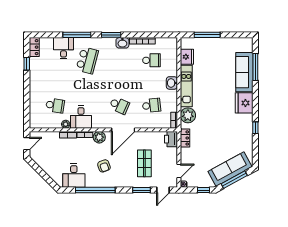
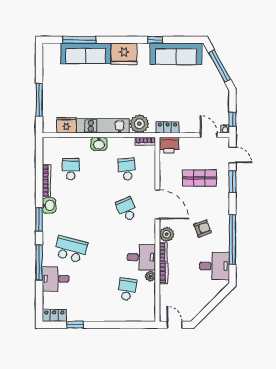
school desk: (119, 105) -> (127, 209), turned -48
sofa: (230, 169) -> (176, 54), moved, turned -61
window: (204, 190) -> (232, 119), moved

